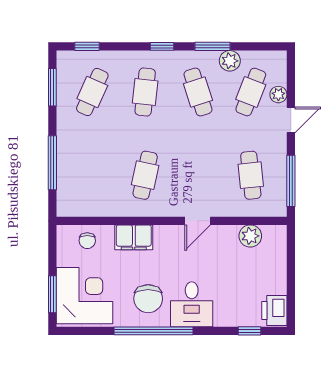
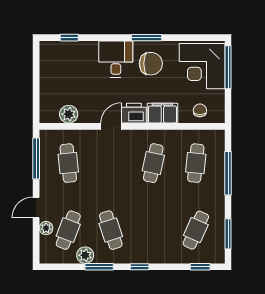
cafe table: (145, 92) -> (196, 163), moved
window: (52, 294) -> (228, 67), width x1.44
chair: (148, 299) -> (151, 64), turned 90
printer: (274, 310) -> (134, 113), moved, turned -90
window: (153, 331) -> (147, 38), width x0.47

